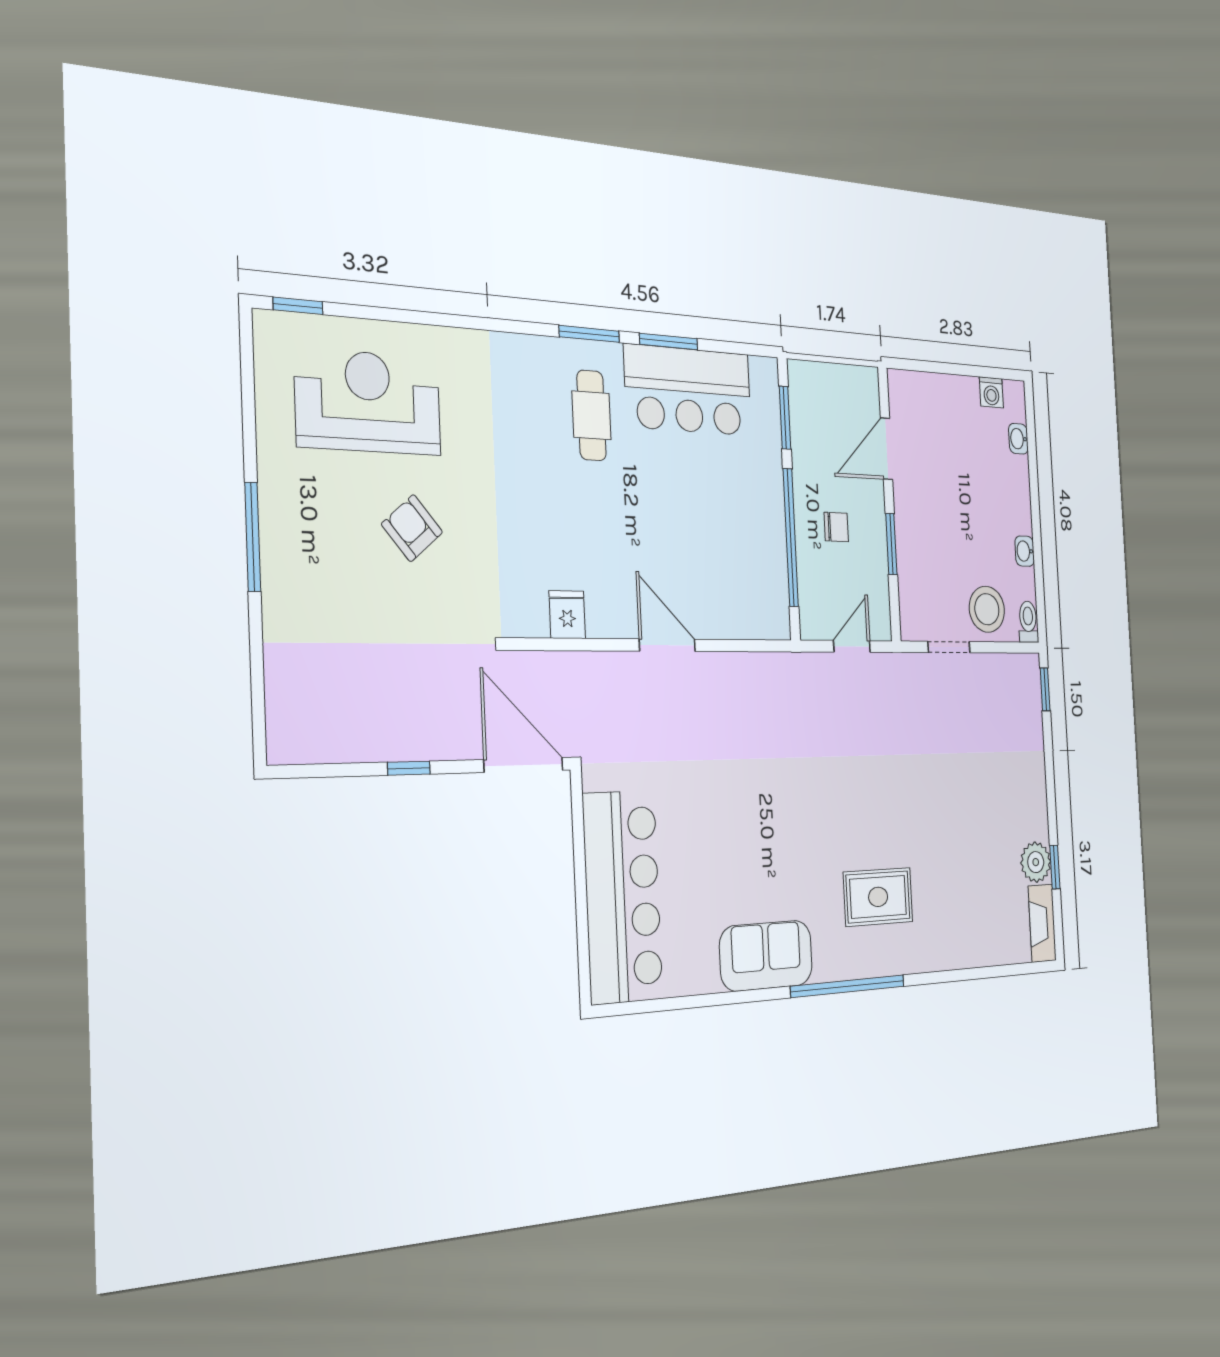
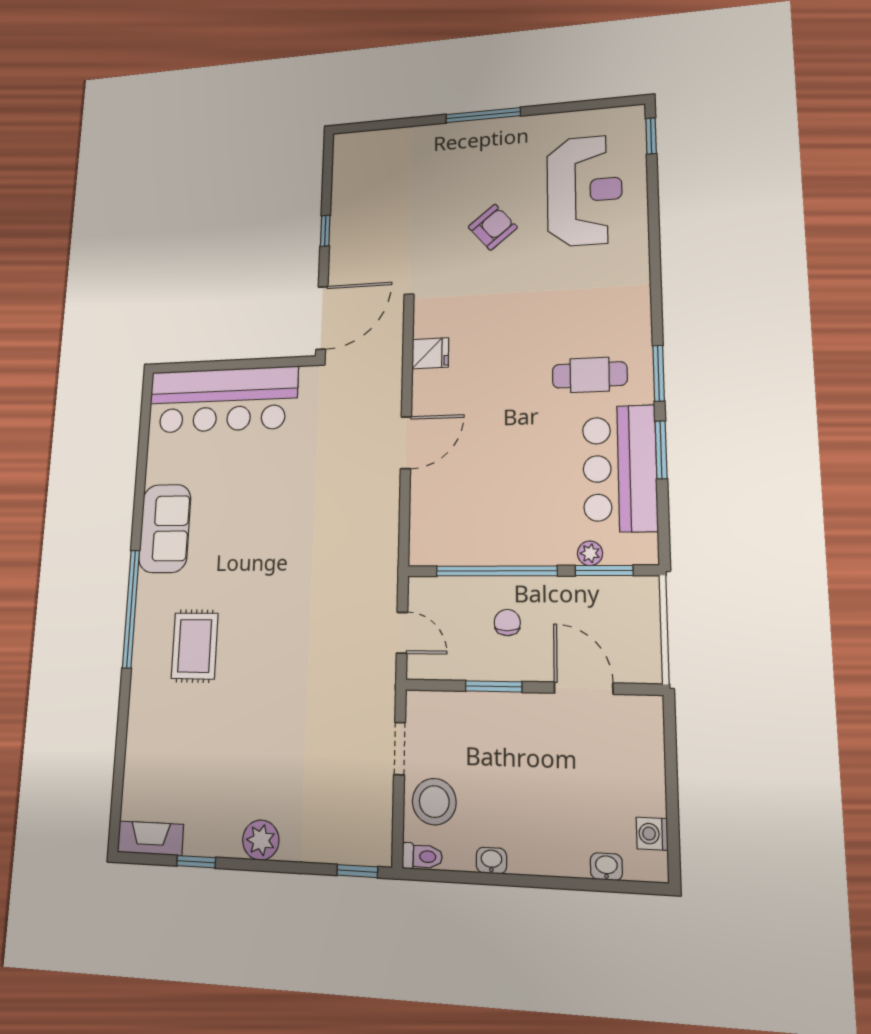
plant: (770, 431) -> (590, 553), added
chair: (836, 527) -> (507, 622), turned 180
plant: (1036, 862) -> (261, 840), moved

